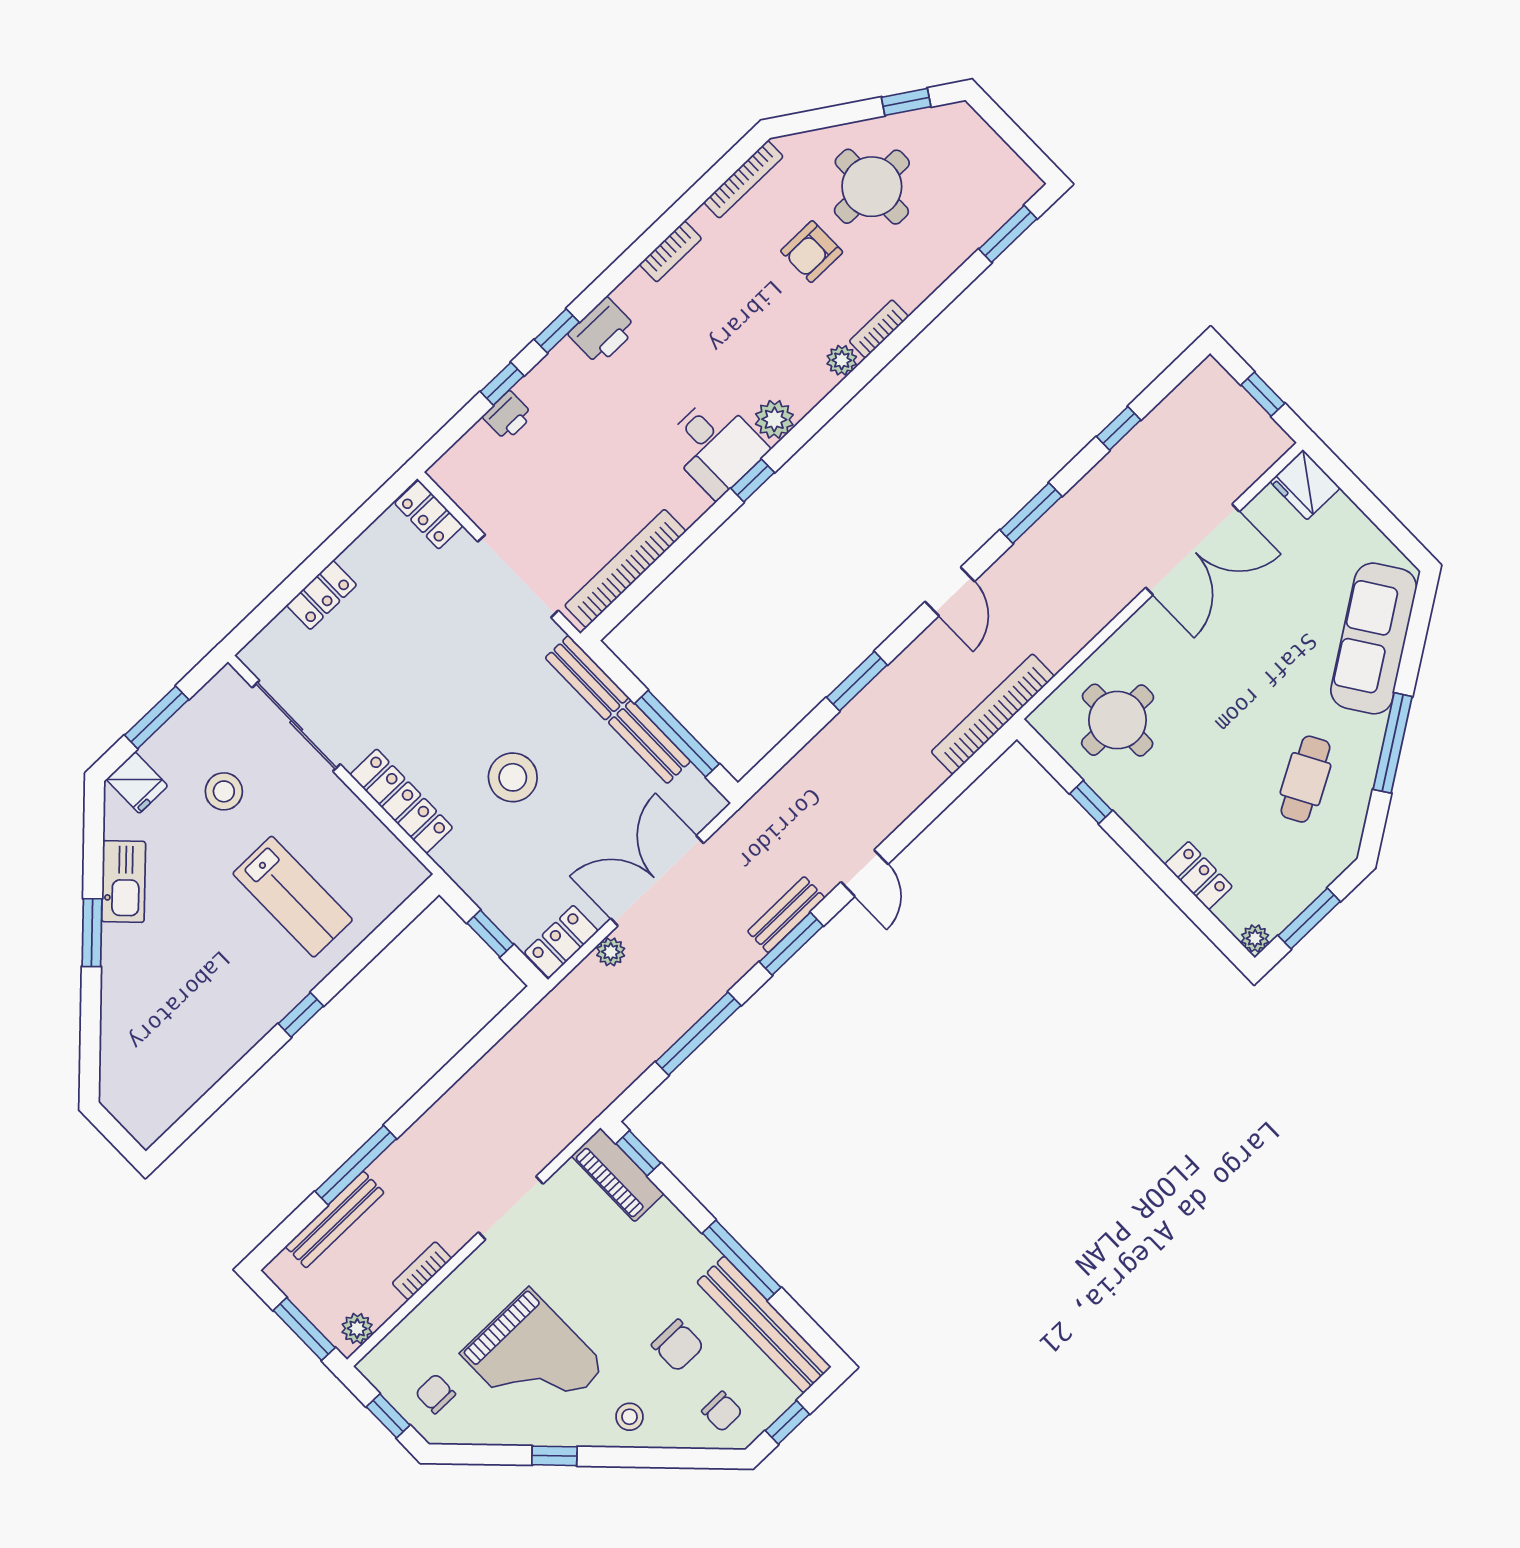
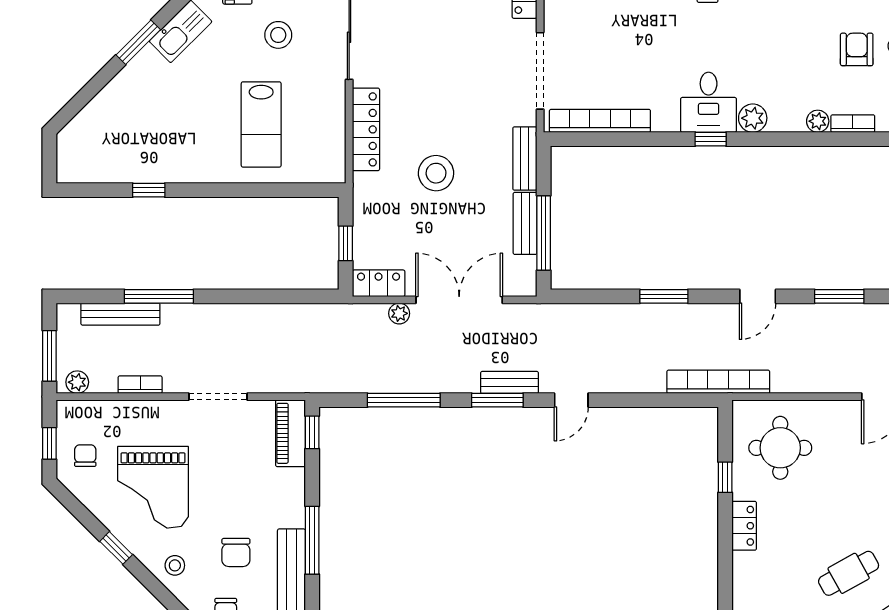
armchair: (812, 252) -> (857, 49), turned 90
locker: (1198, 876) -> (744, 526), moved
window: (301, 1015) -> (149, 190), moved

